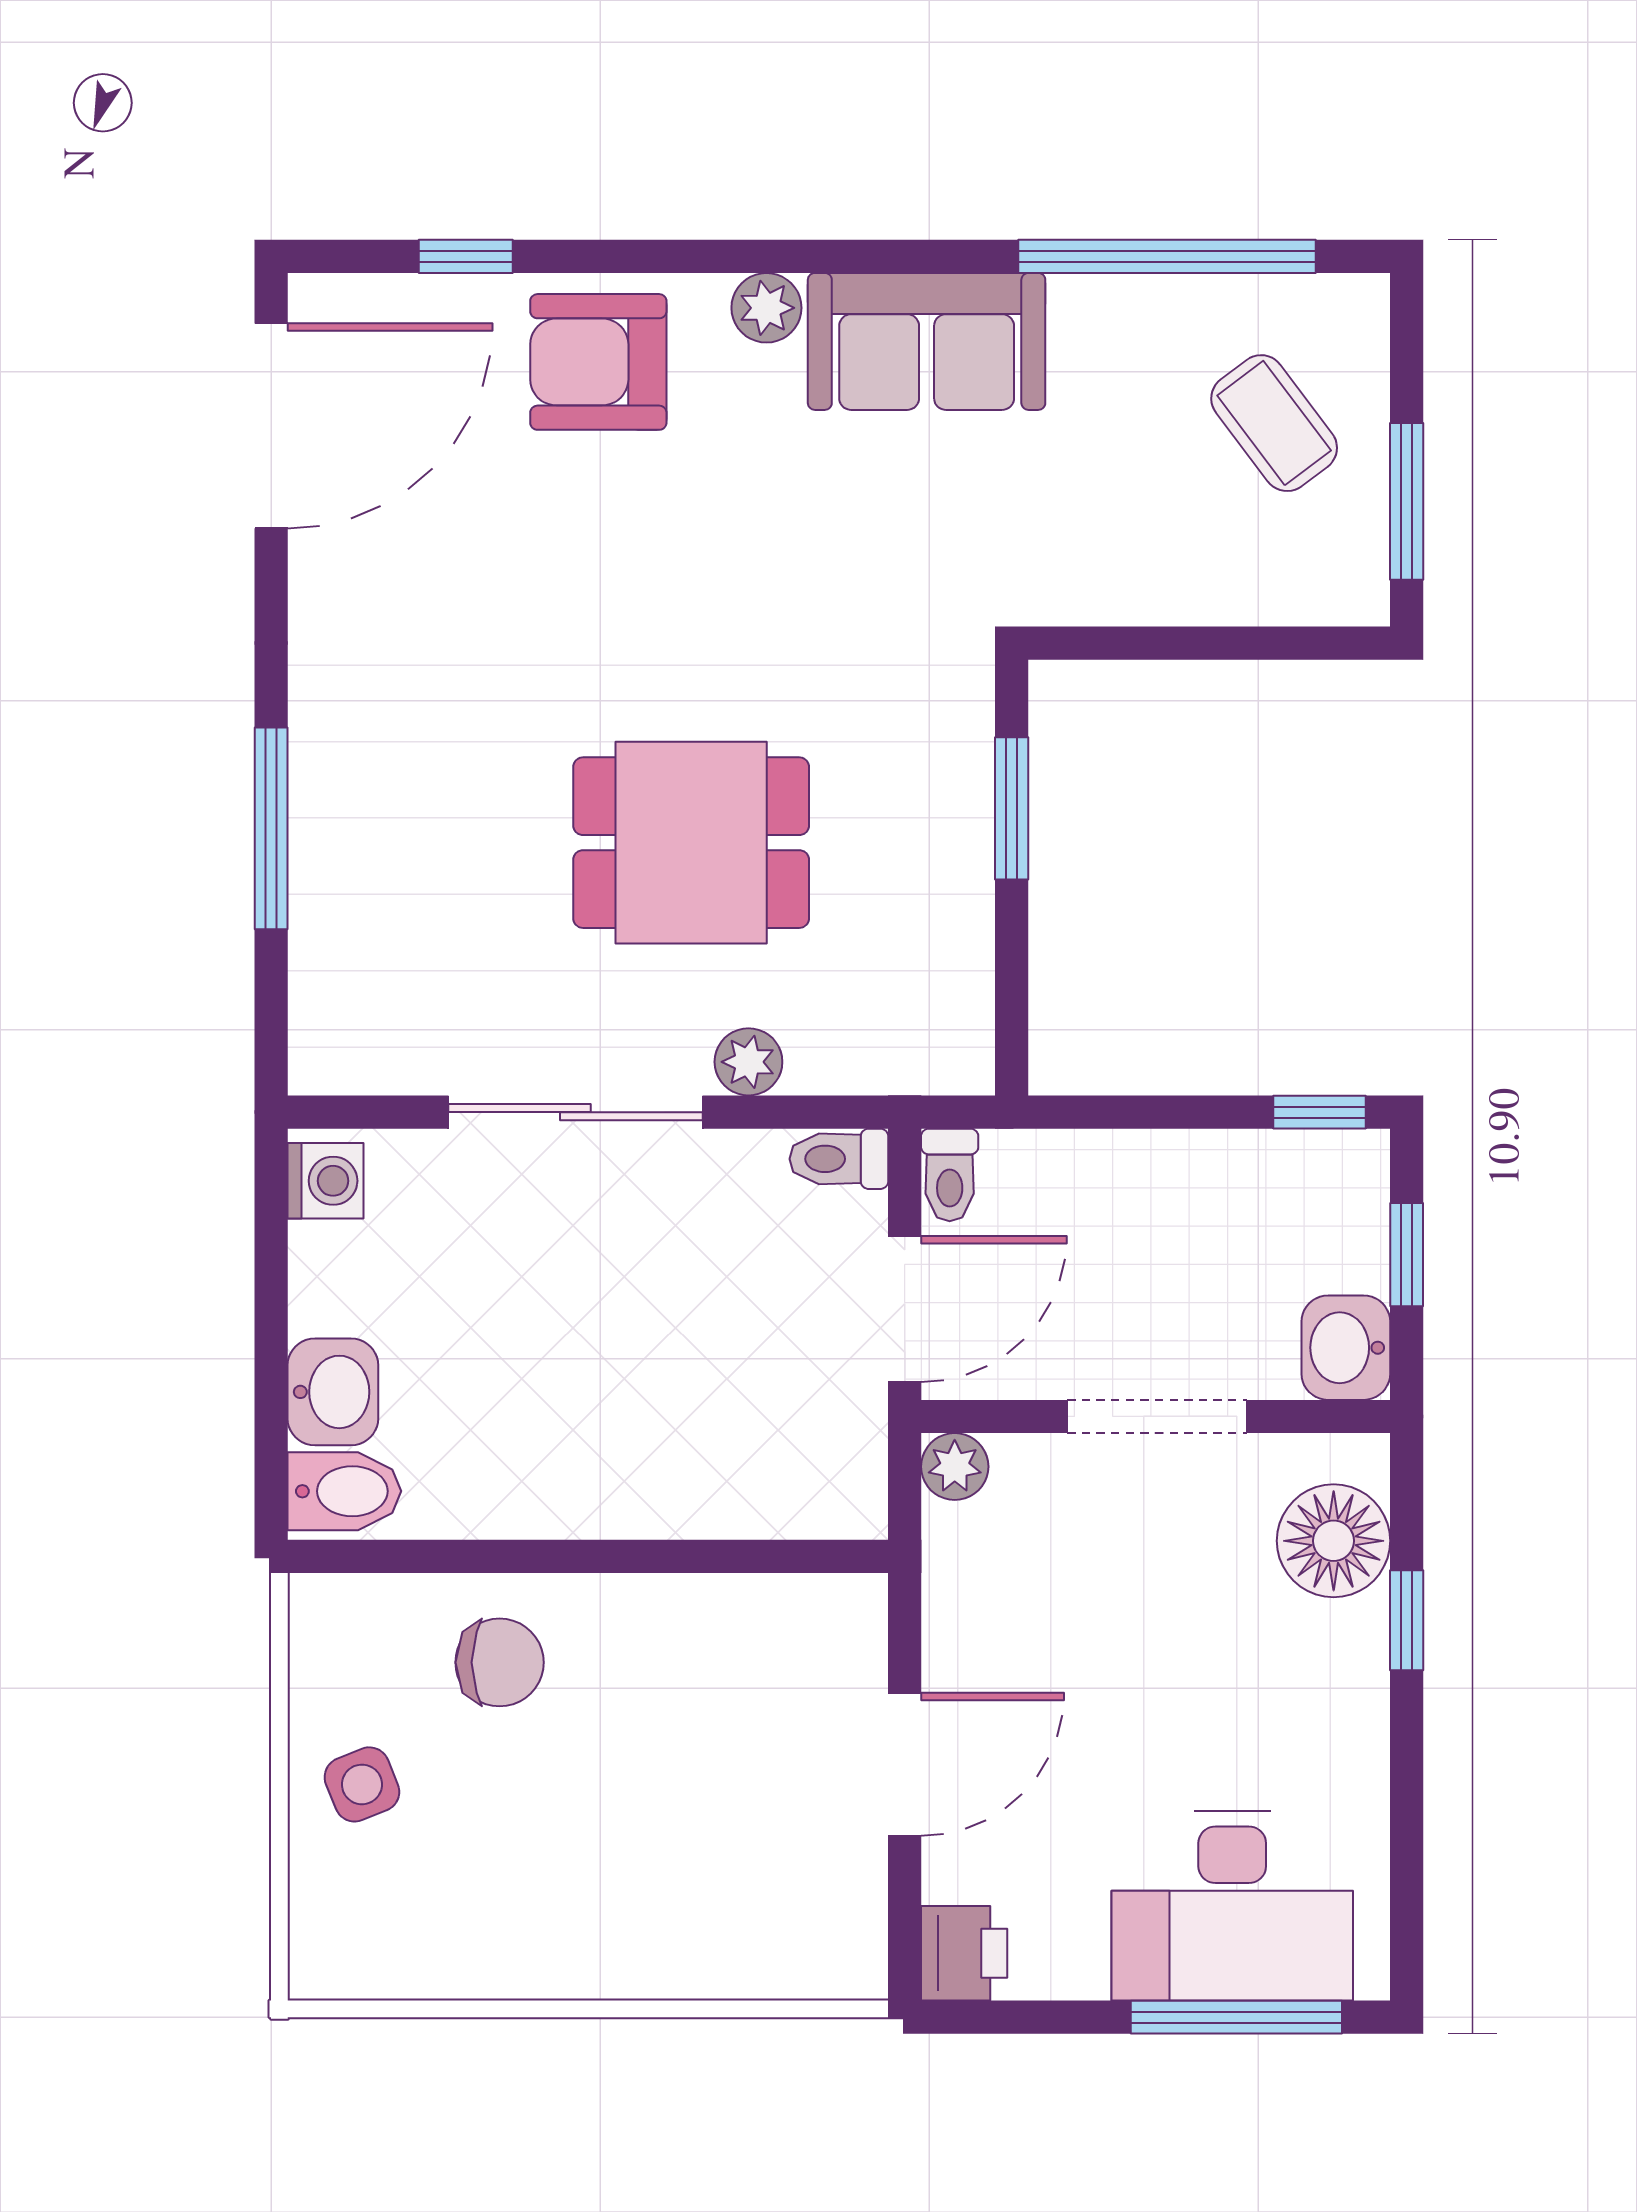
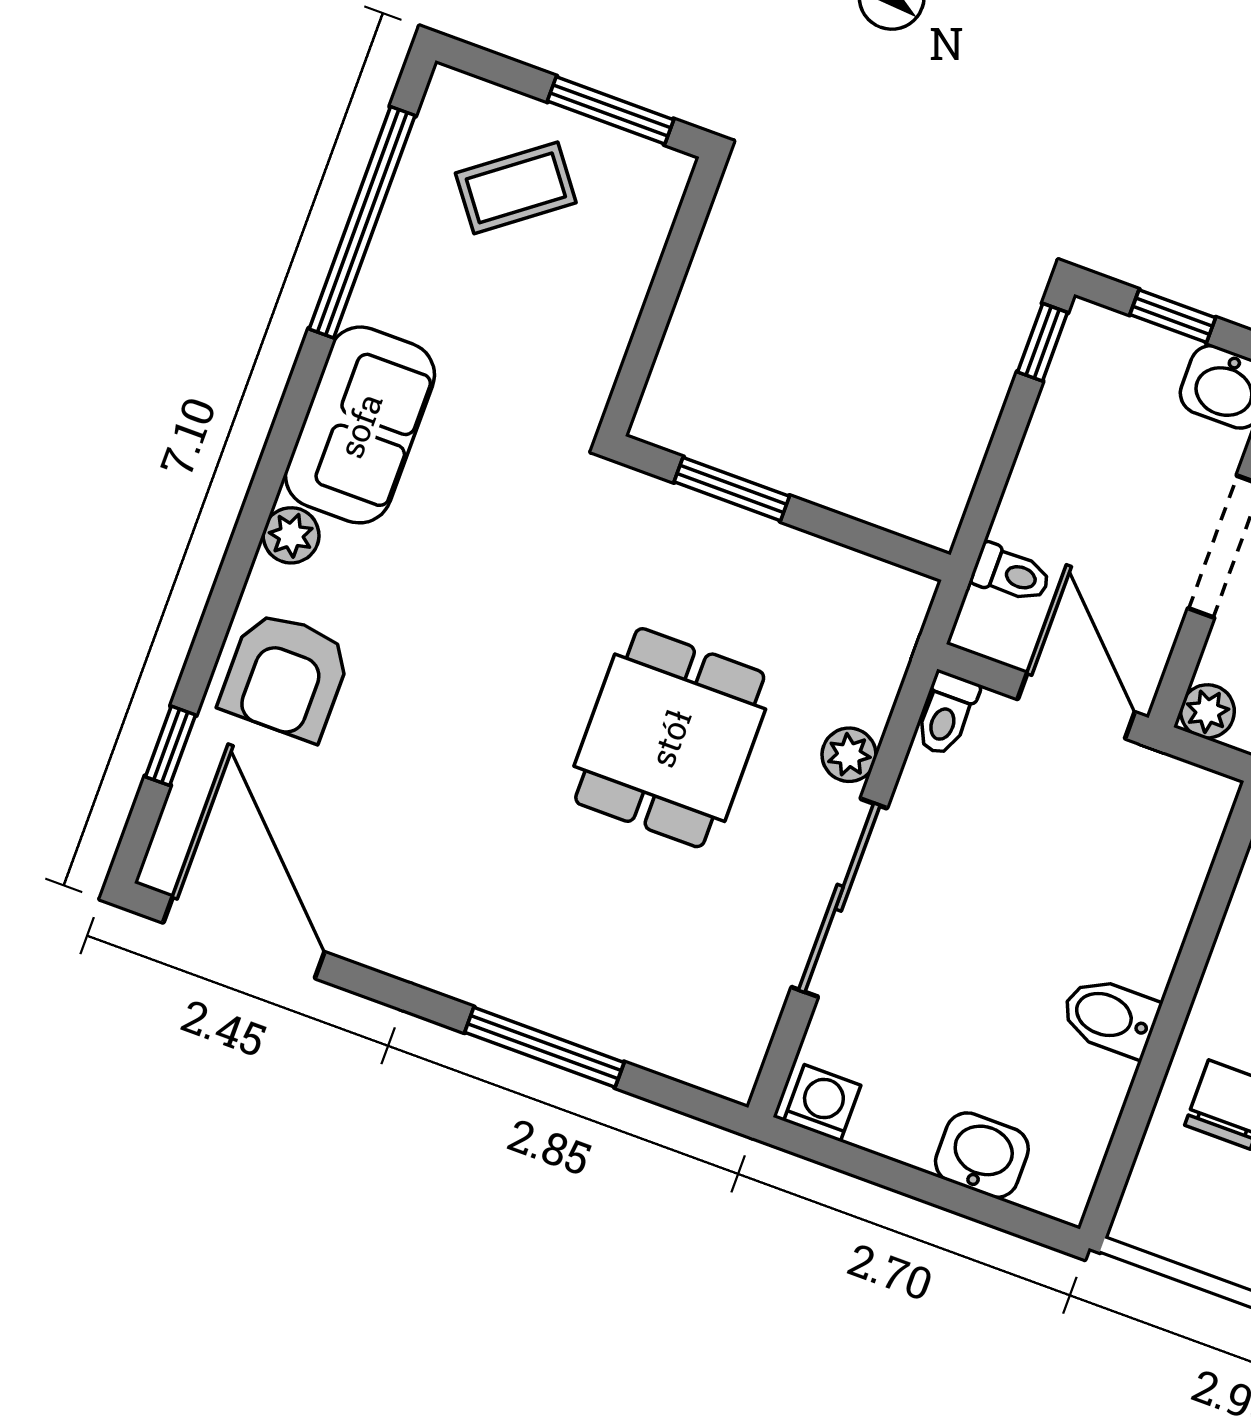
toilet: (950, 1175) -> (1011, 574), moved
bidet: (344, 1491) -> (1110, 1017), moved, turned -90

